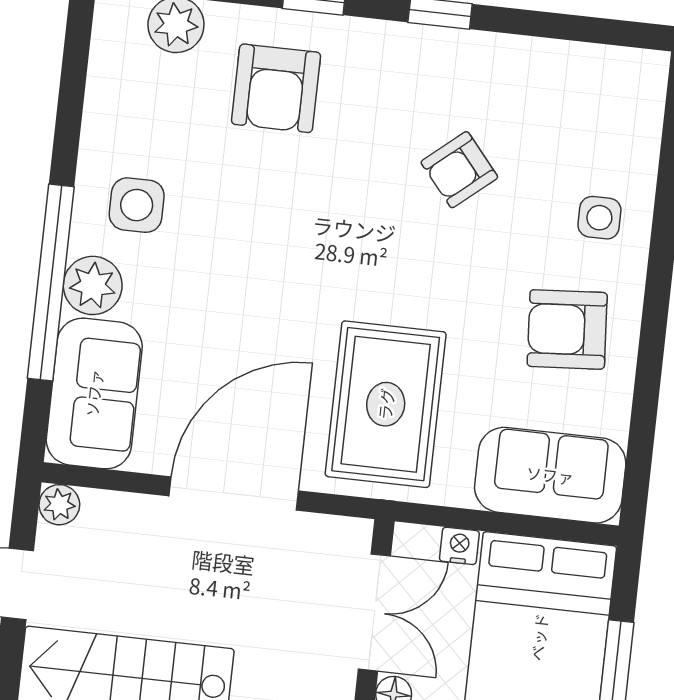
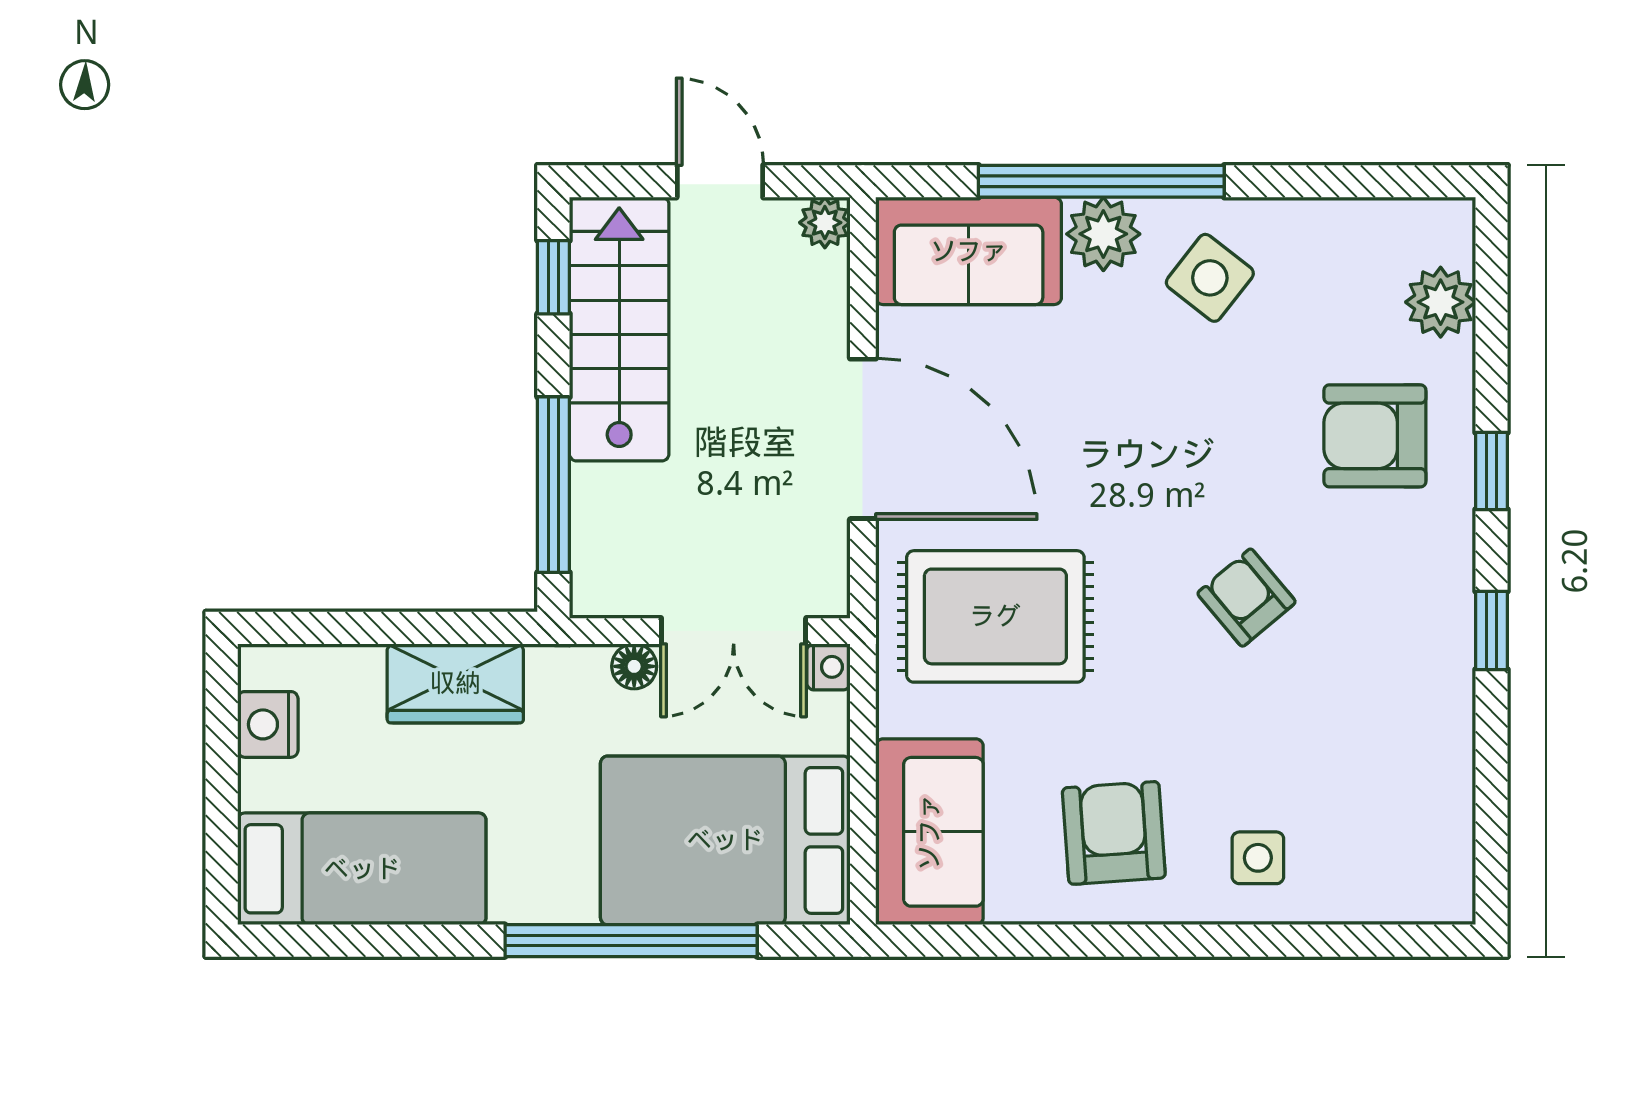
armchair: (459, 170) -> (1247, 598), moved
side table: (137, 205) -> (1210, 278), turned 38
nightstand: (459, 546) -> (828, 667), moved

